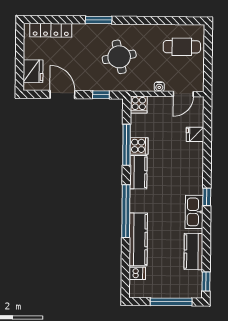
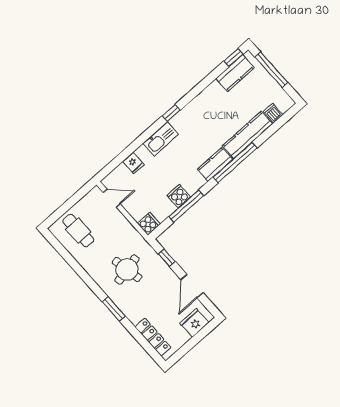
water cooler: (159, 87) -> (122, 221), removed
kitchen counter: (138, 172) -> (215, 164), moved
kitchen sink: (194, 212) -> (161, 139), moved
kitchen counter: (193, 252) -> (235, 73), moved

